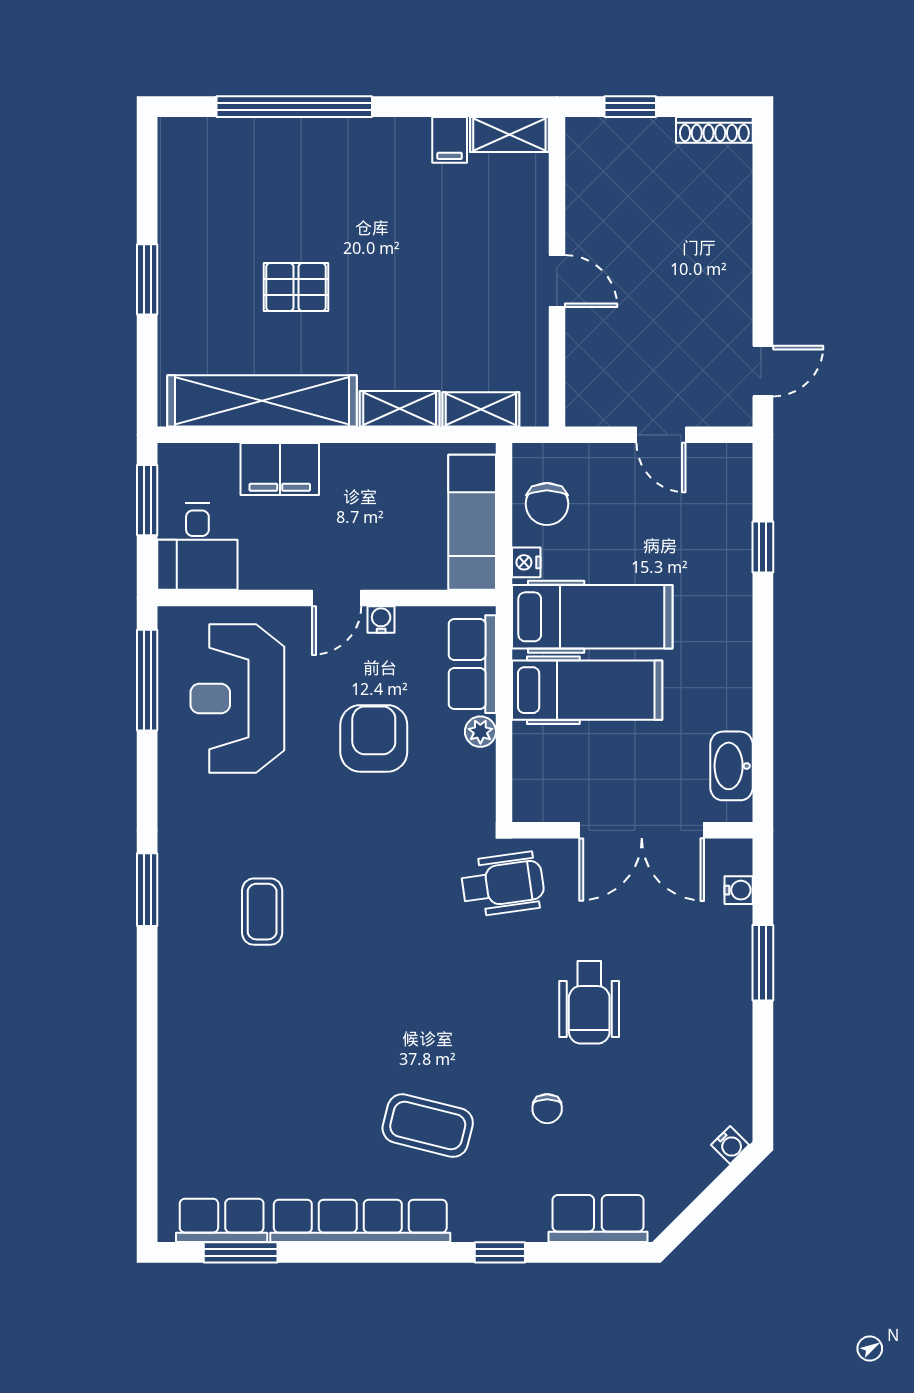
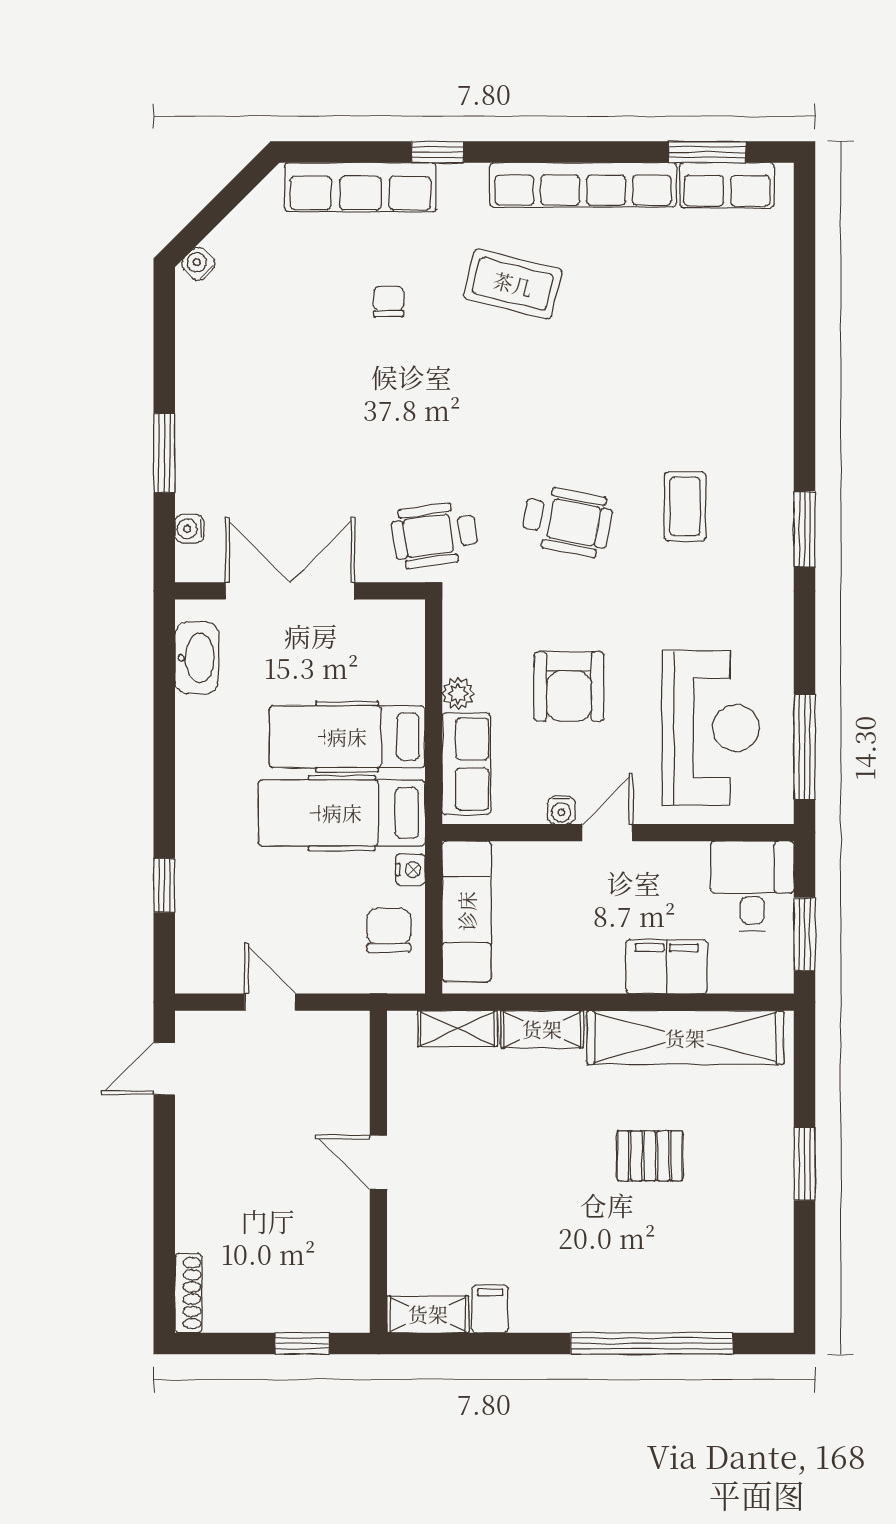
shoe rack: (714, 130) -> (188, 1293), moved, turned 90
wheelchair: (589, 1002) -> (567, 521), moved, turned 101
row of seats: (598, 1219) -> (360, 187), width x1.48

